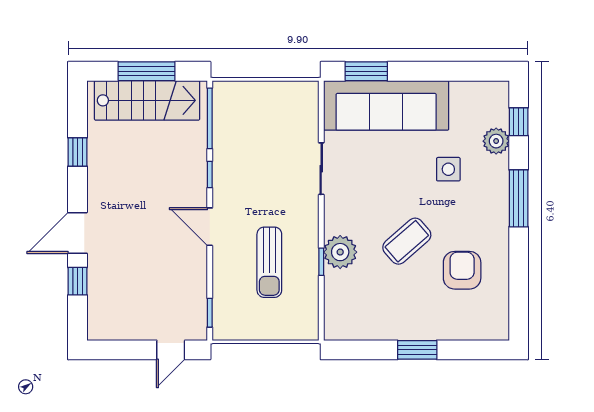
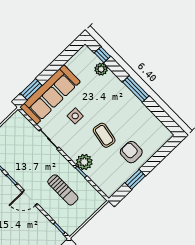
side table: (448, 169) -> (75, 116), moved
window: (519, 198) -> (136, 89), moved
coffee table: (407, 241) -> (104, 135), turned -39
armchair: (462, 270) -> (131, 152), moved
window: (417, 350) -> (135, 179), moved

